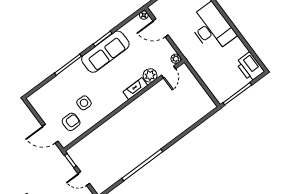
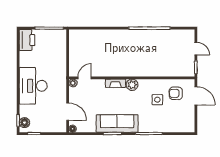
plant: (150, 75) -> (132, 85), moved

